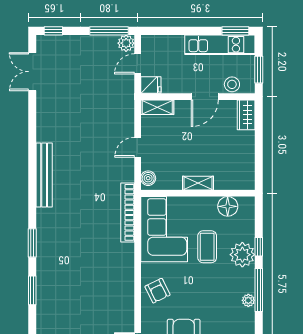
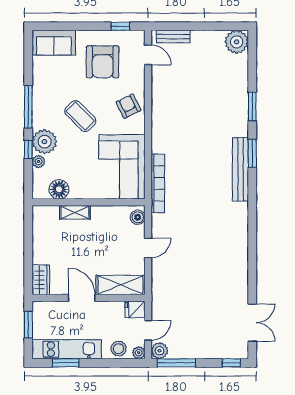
window: (235, 31) -> (65, 363), moved
plant: (147, 41) -> (139, 353), added
stool: (232, 84) -> (119, 349), moved
door: (205, 97) -> (82, 298), hinge flipped
shelving: (157, 107) -> (121, 285), width x1.50, depth x1.33
bench: (44, 175) -> (240, 169), moved
shelving: (198, 183) -> (75, 212), moved
coffee table: (207, 247) -> (80, 116), moved, turned -45
plant: (248, 300) -> (39, 162), moved

